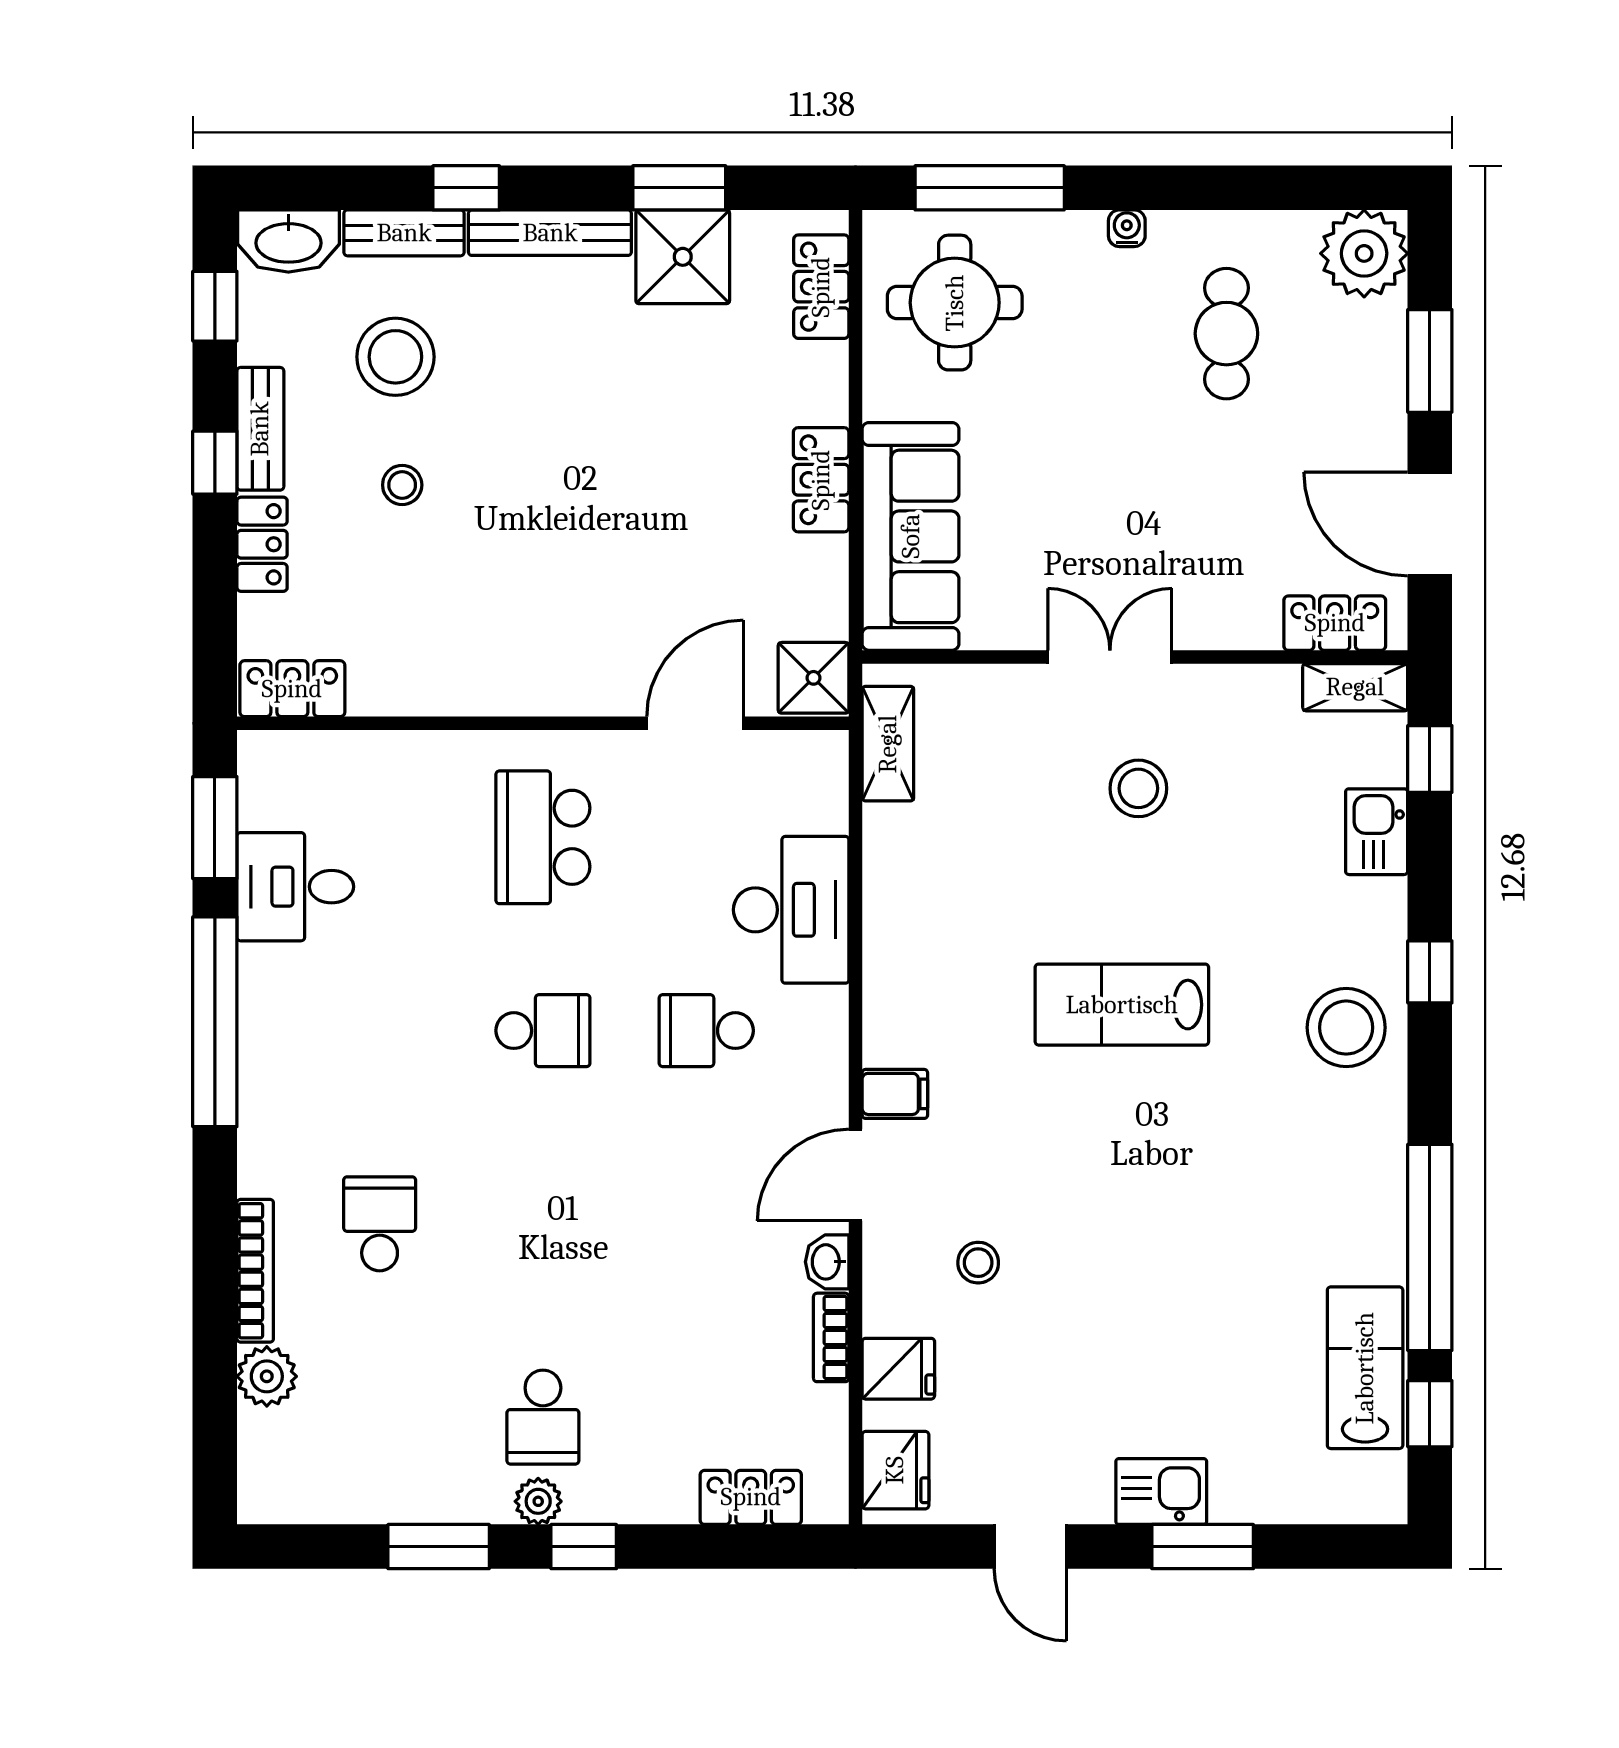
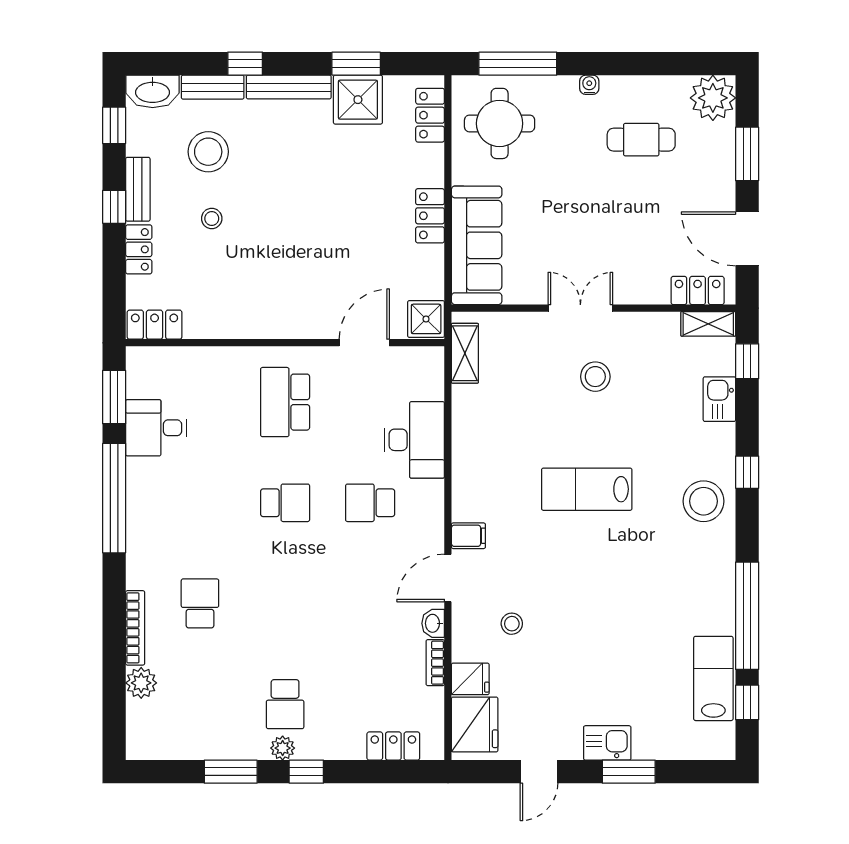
cafe table: (1226, 334) -> (641, 140), turned 90
fridge: (895, 1470) -> (475, 724), width x1.36, depth x1.34
door: (1030, 1547) -> (539, 772), hinge flipped

